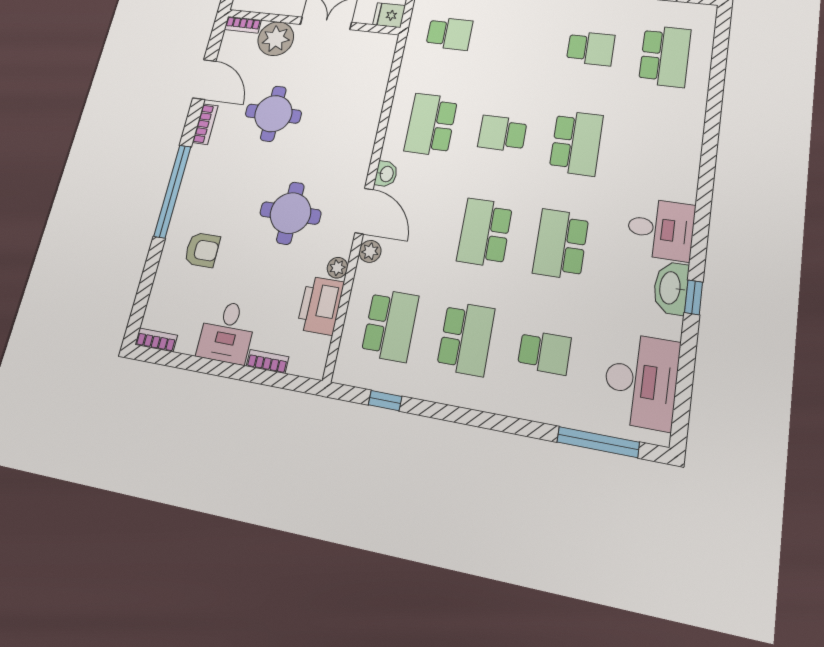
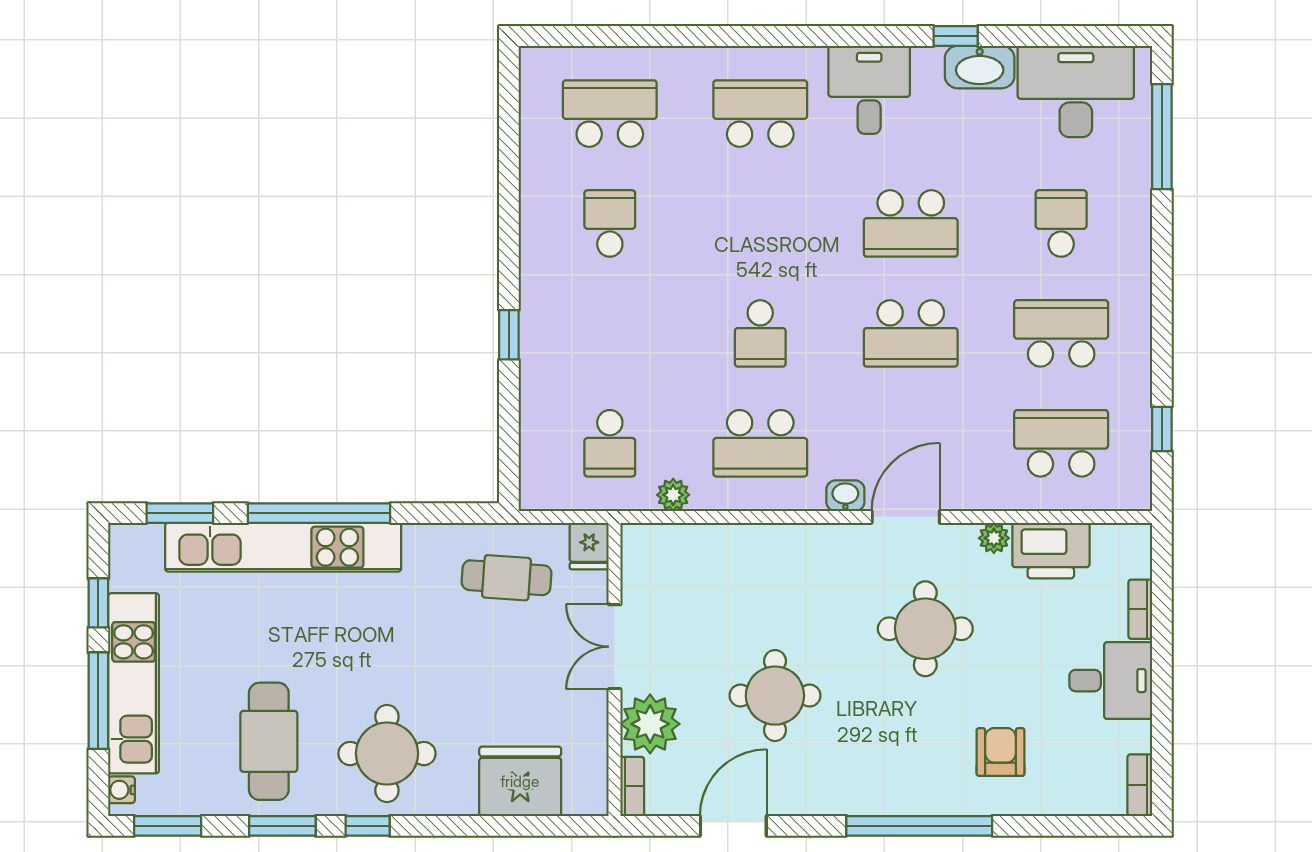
school desk: (449, 34) -> (610, 443), turned 180
bookcase: (205, 124) -> (806, 803), removed
school desk: (576, 143) -> (760, 114), moved
plant: (370, 251) -> (673, 495), moved
washbasin: (671, 288) -> (980, 67), moved

